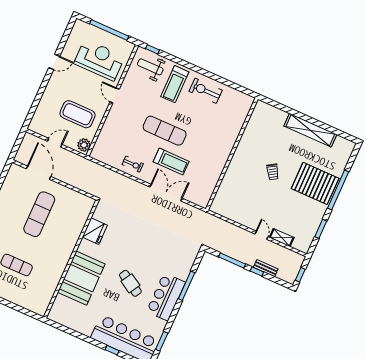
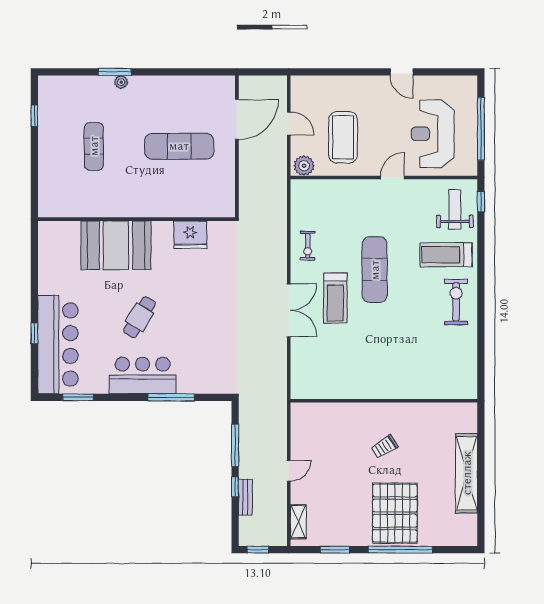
reception desk: (99, 60) -> (433, 134), turned 180
wall: (232, 154) -> (384, 401), moved
shelving: (282, 238) -> (298, 522), moved

